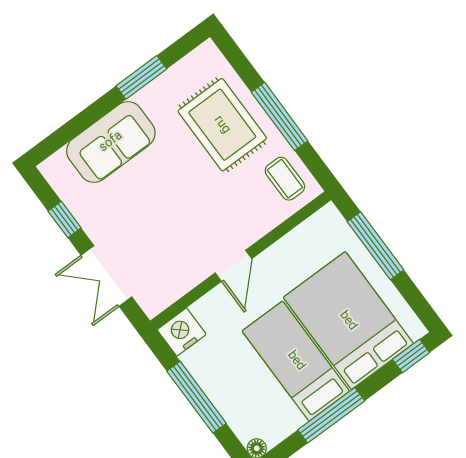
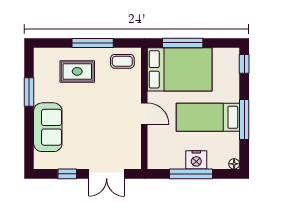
rug: (222, 125) -> (77, 71), width x0.73, depth x0.70
bed: (348, 321) -> (180, 69), moved, turned 180
nightstand: (182, 332) -> (196, 160), moved, turned -90

